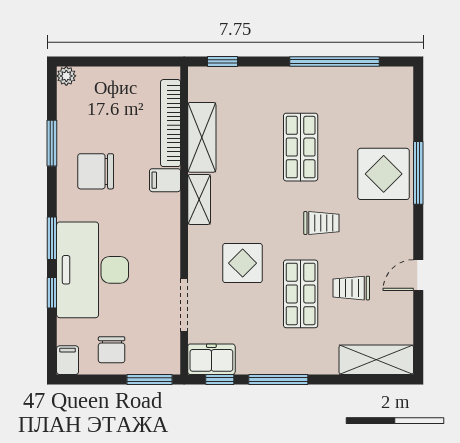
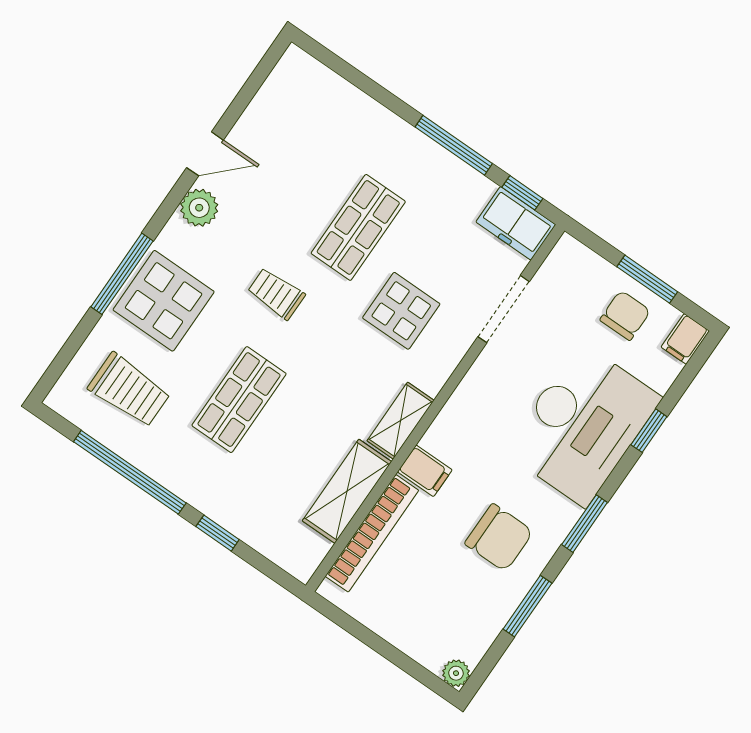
window: (223, 62) -> (218, 533), moved
window: (52, 238) -> (585, 524), moved
plant: (400, 242) -> (199, 208), added
trolley: (351, 288) -> (129, 390), moved, width x1.36, depth x1.39
shelving: (376, 360) -> (323, 89), removed
window: (149, 379) -> (647, 279), moved

